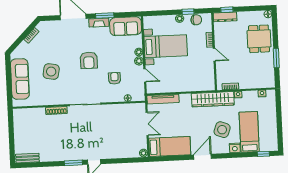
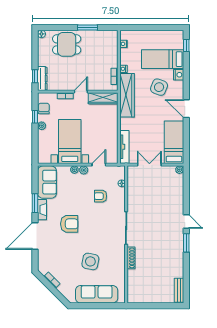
armchair: (89, 60) -> (69, 224), moved
wardrobe: (209, 76) -> (103, 98), added

